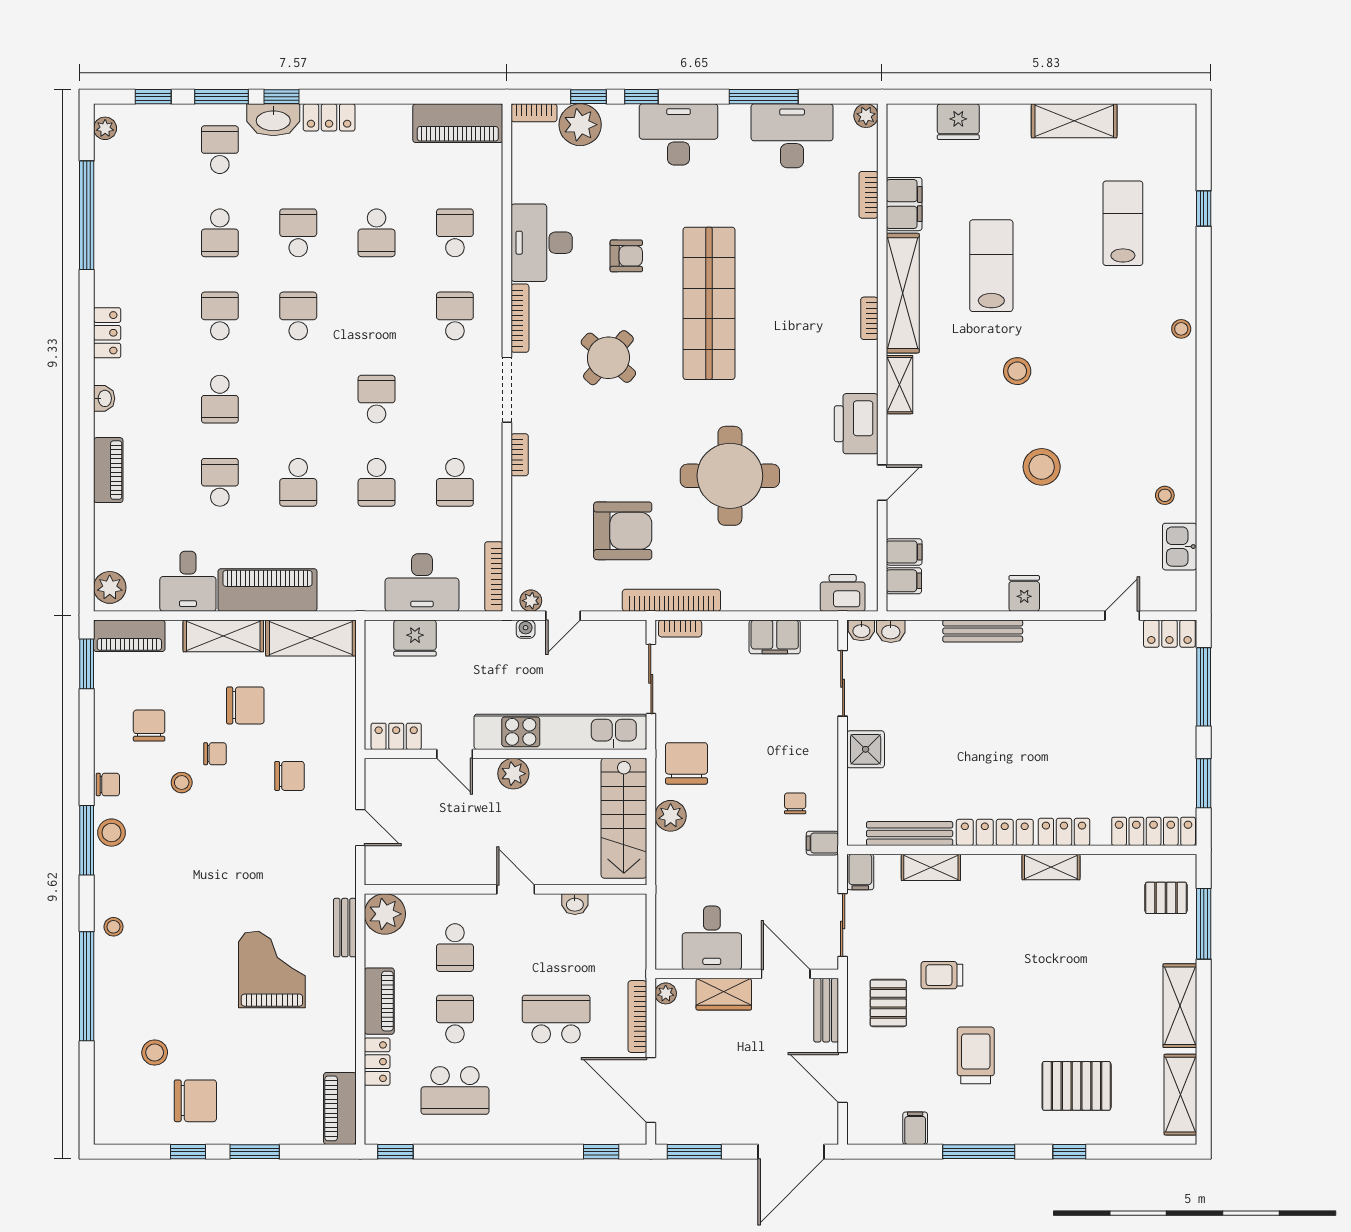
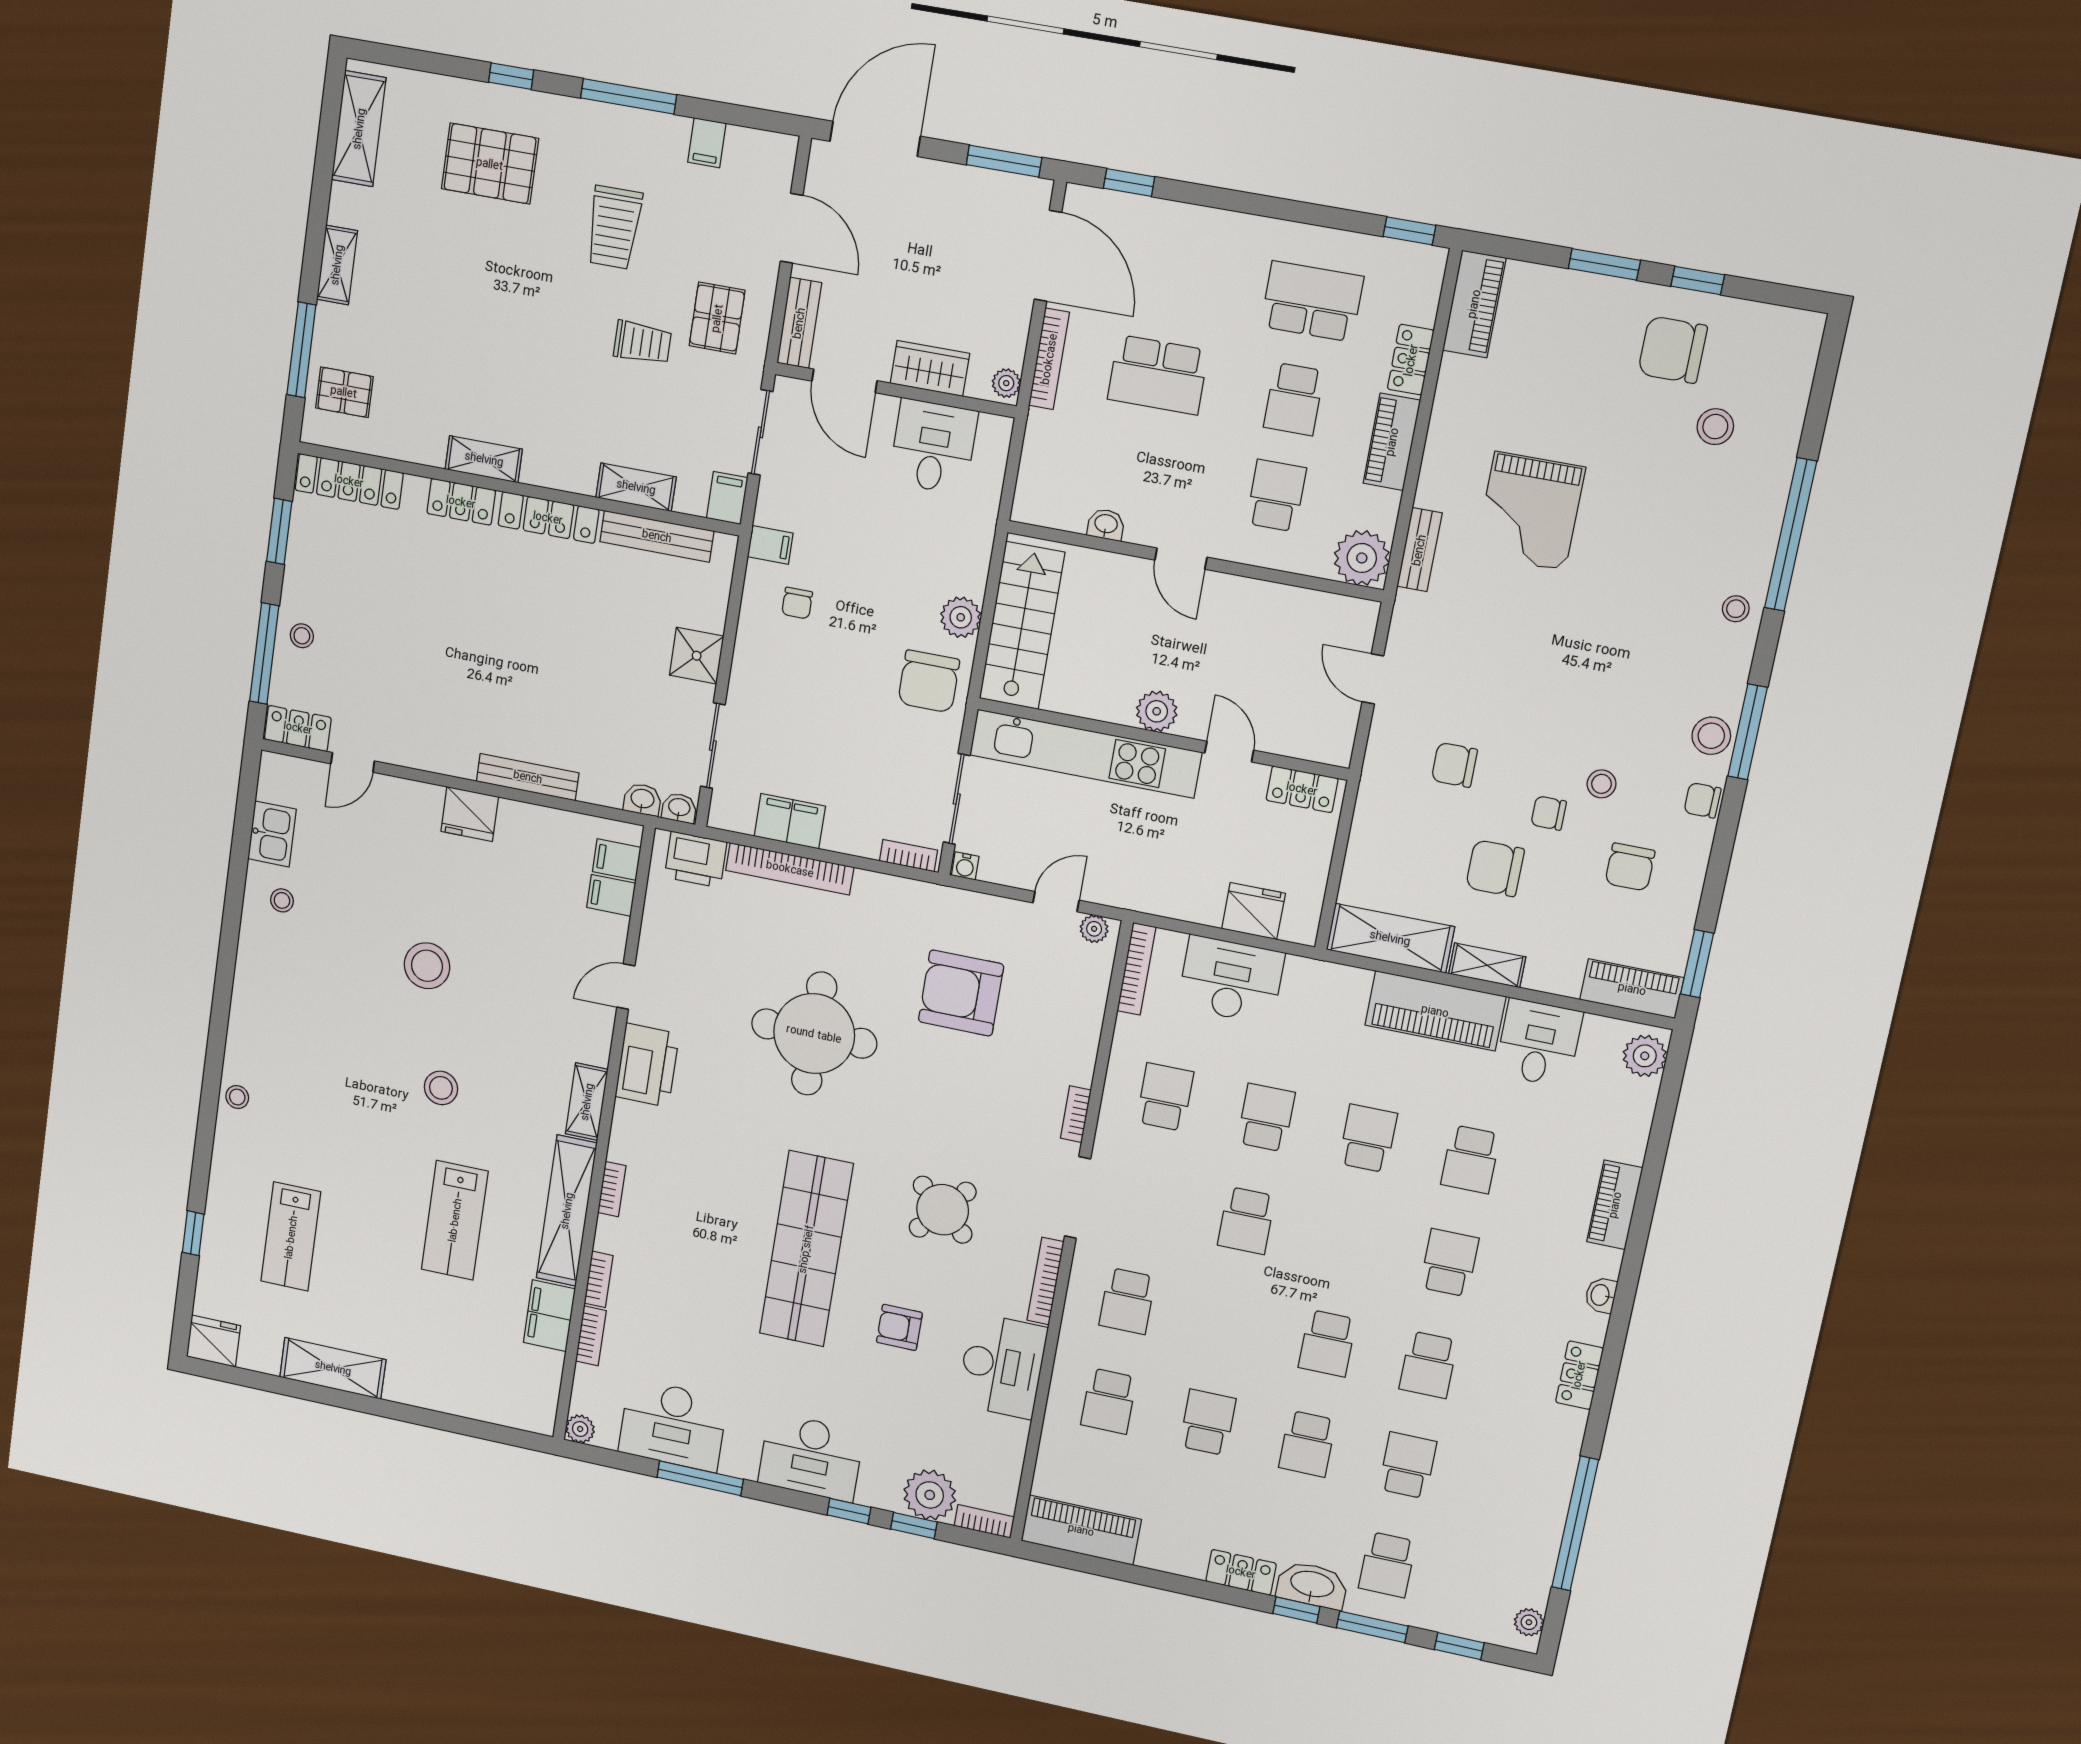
fridge: (958, 122) -> (214, 1341), moved
bookcase: (869, 243) -> (599, 1279), added
fridge: (1024, 593) -> (470, 814), width x1.38
bookcase: (671, 600) -> (790, 869), moved
water cooler: (526, 629) -> (965, 866), moved
shelving: (223, 636) -> (1487, 965), width x0.67, depth x0.75
stool: (1175, 706) -> (302, 636), added
shelving: (1180, 1006) -> (337, 265), width x0.67, depth x0.75

